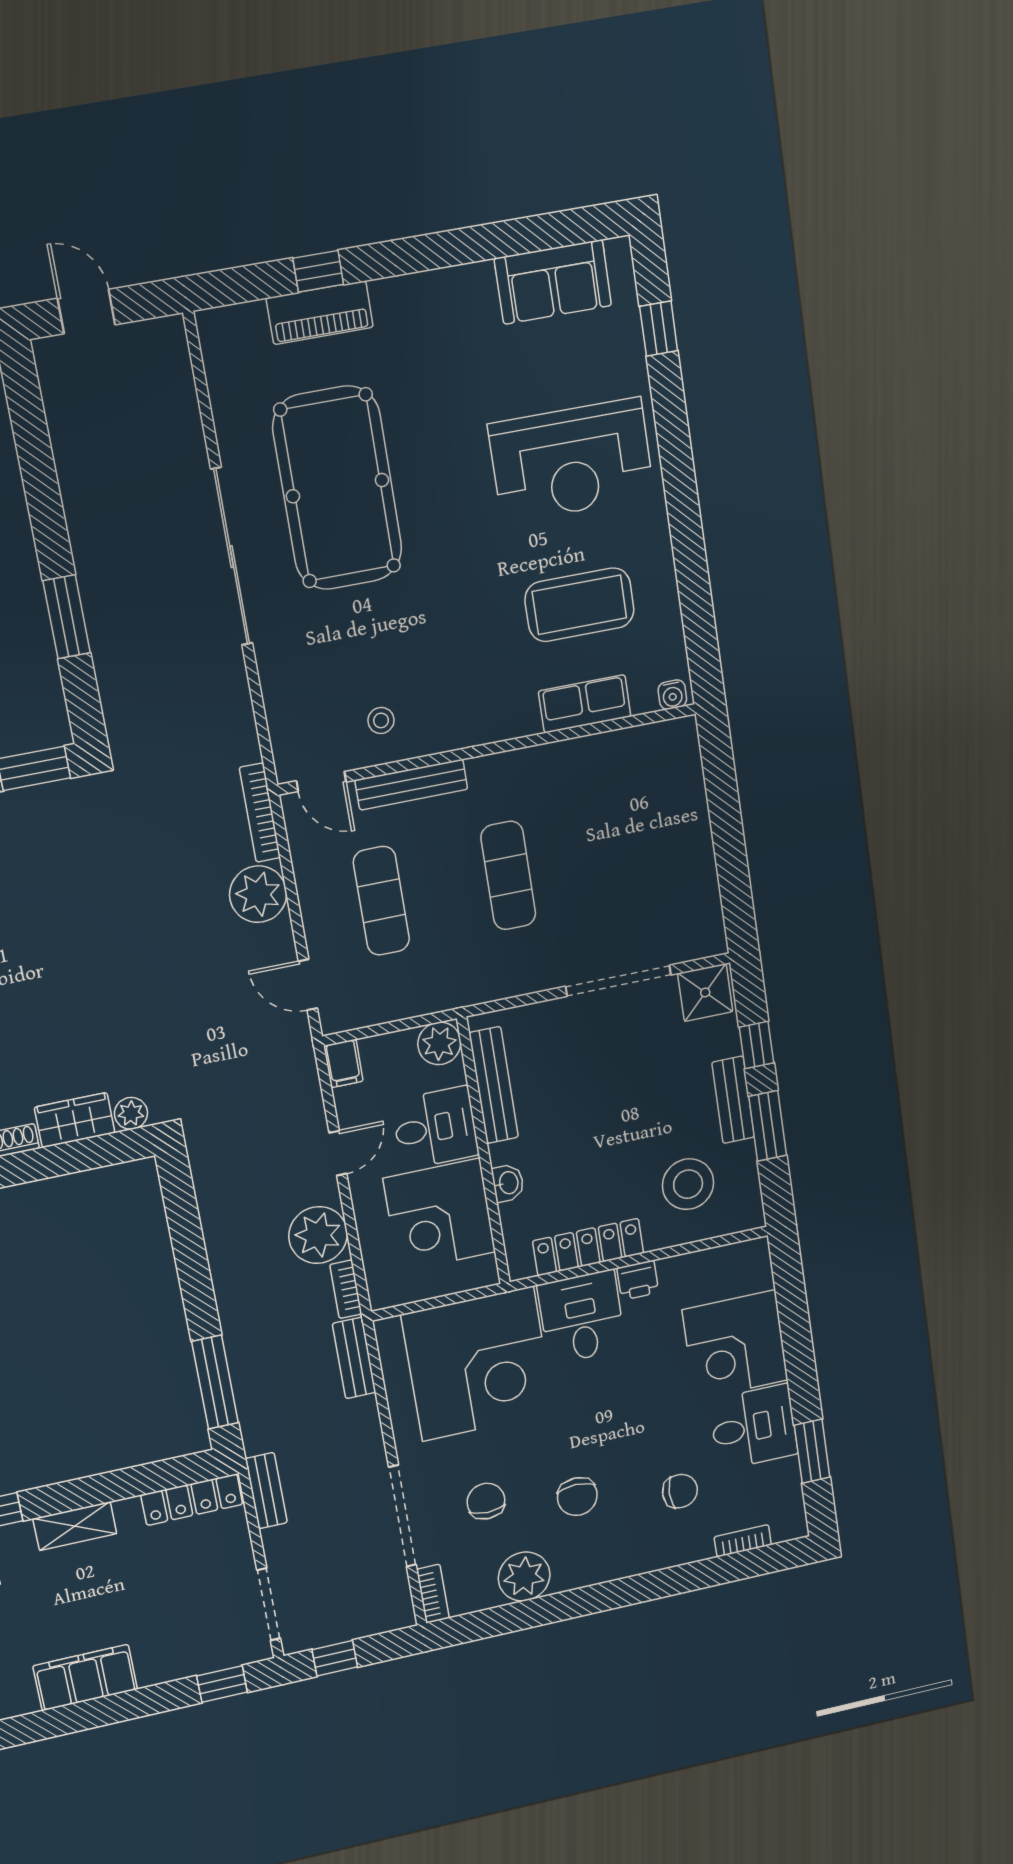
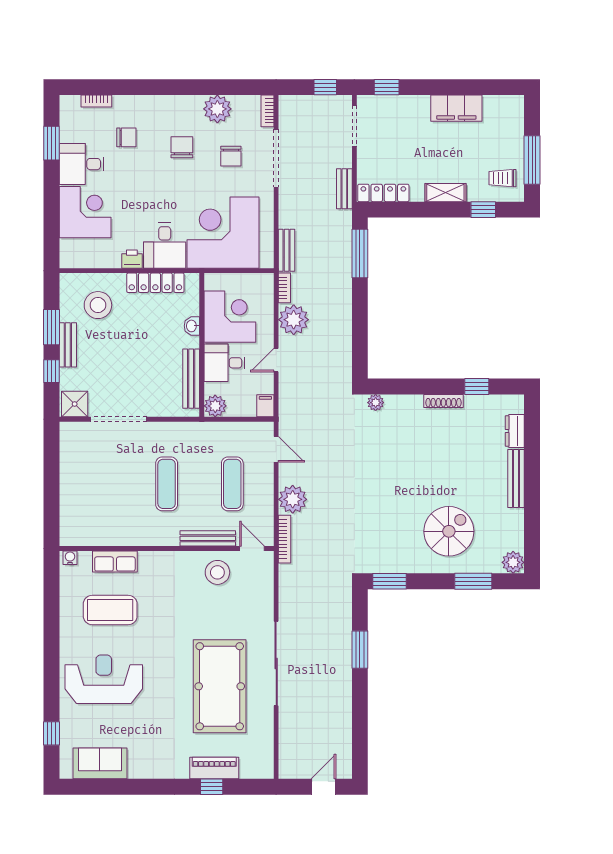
door: (86, 312) -> (323, 787), swing flipped
stool: (381, 720) -> (217, 572), width x1.89, depth x1.89
wardrobe: (75, 1120) -> (404, 405), removed
chair: (680, 1491) -> (126, 137), turned 180

